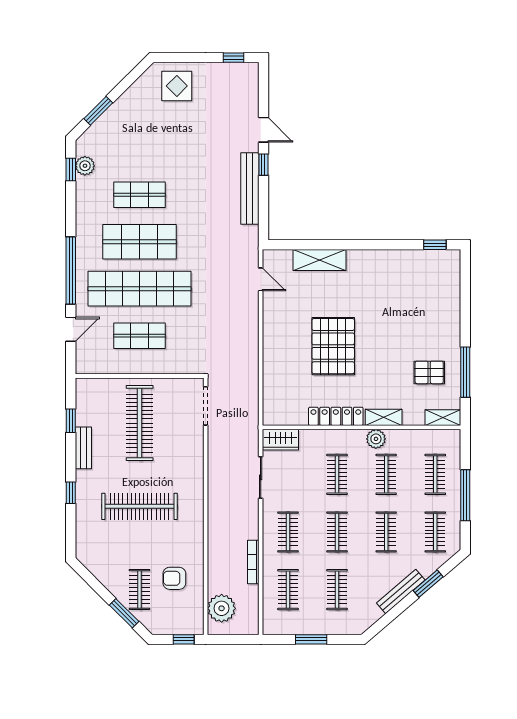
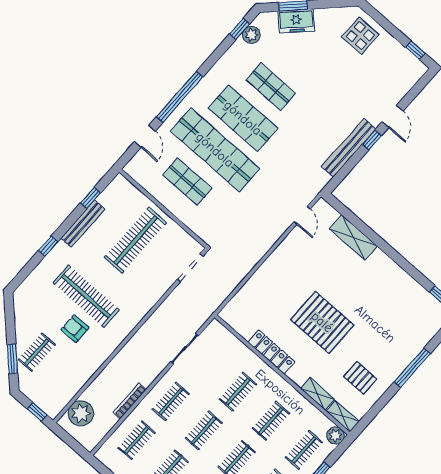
freezer: (112, 121) -> (296, 21), added
door: (71, 329) -> (145, 136), hinge flipped
pallet: (333, 346) -> (322, 322), moved, turned 90
window: (465, 372) -> (412, 368), moved
shelving: (384, 417) -> (318, 394), moved
plant: (376, 439) -> (336, 435), moved
wardrobe: (280, 440) -> (220, 335), removed
bench: (83, 448) -> (83, 224), width x1.36
armchair: (174, 578) -> (75, 329), moved

